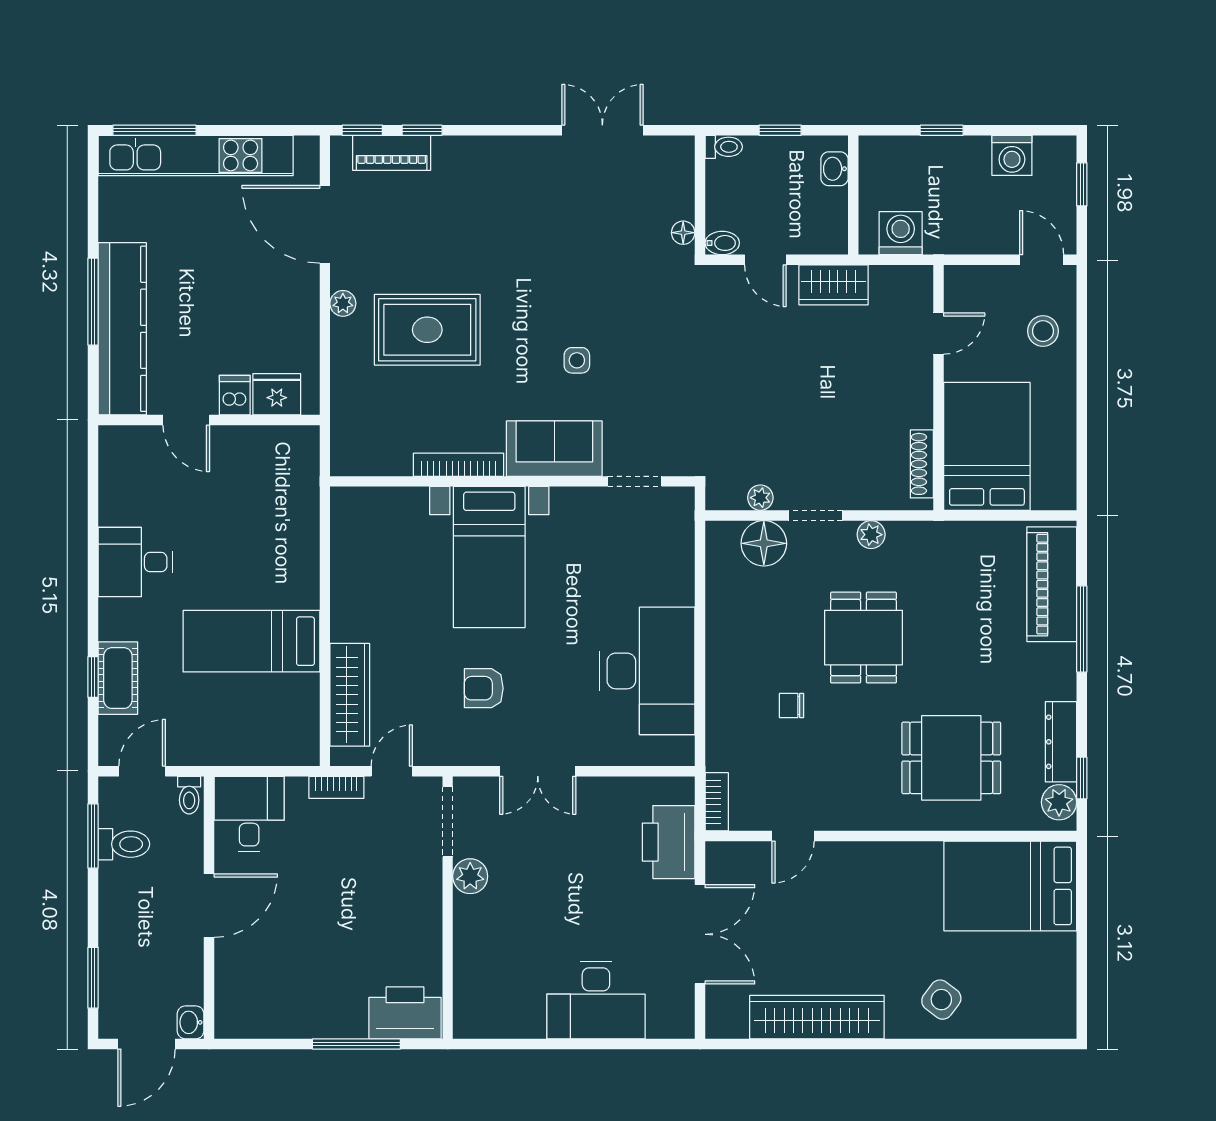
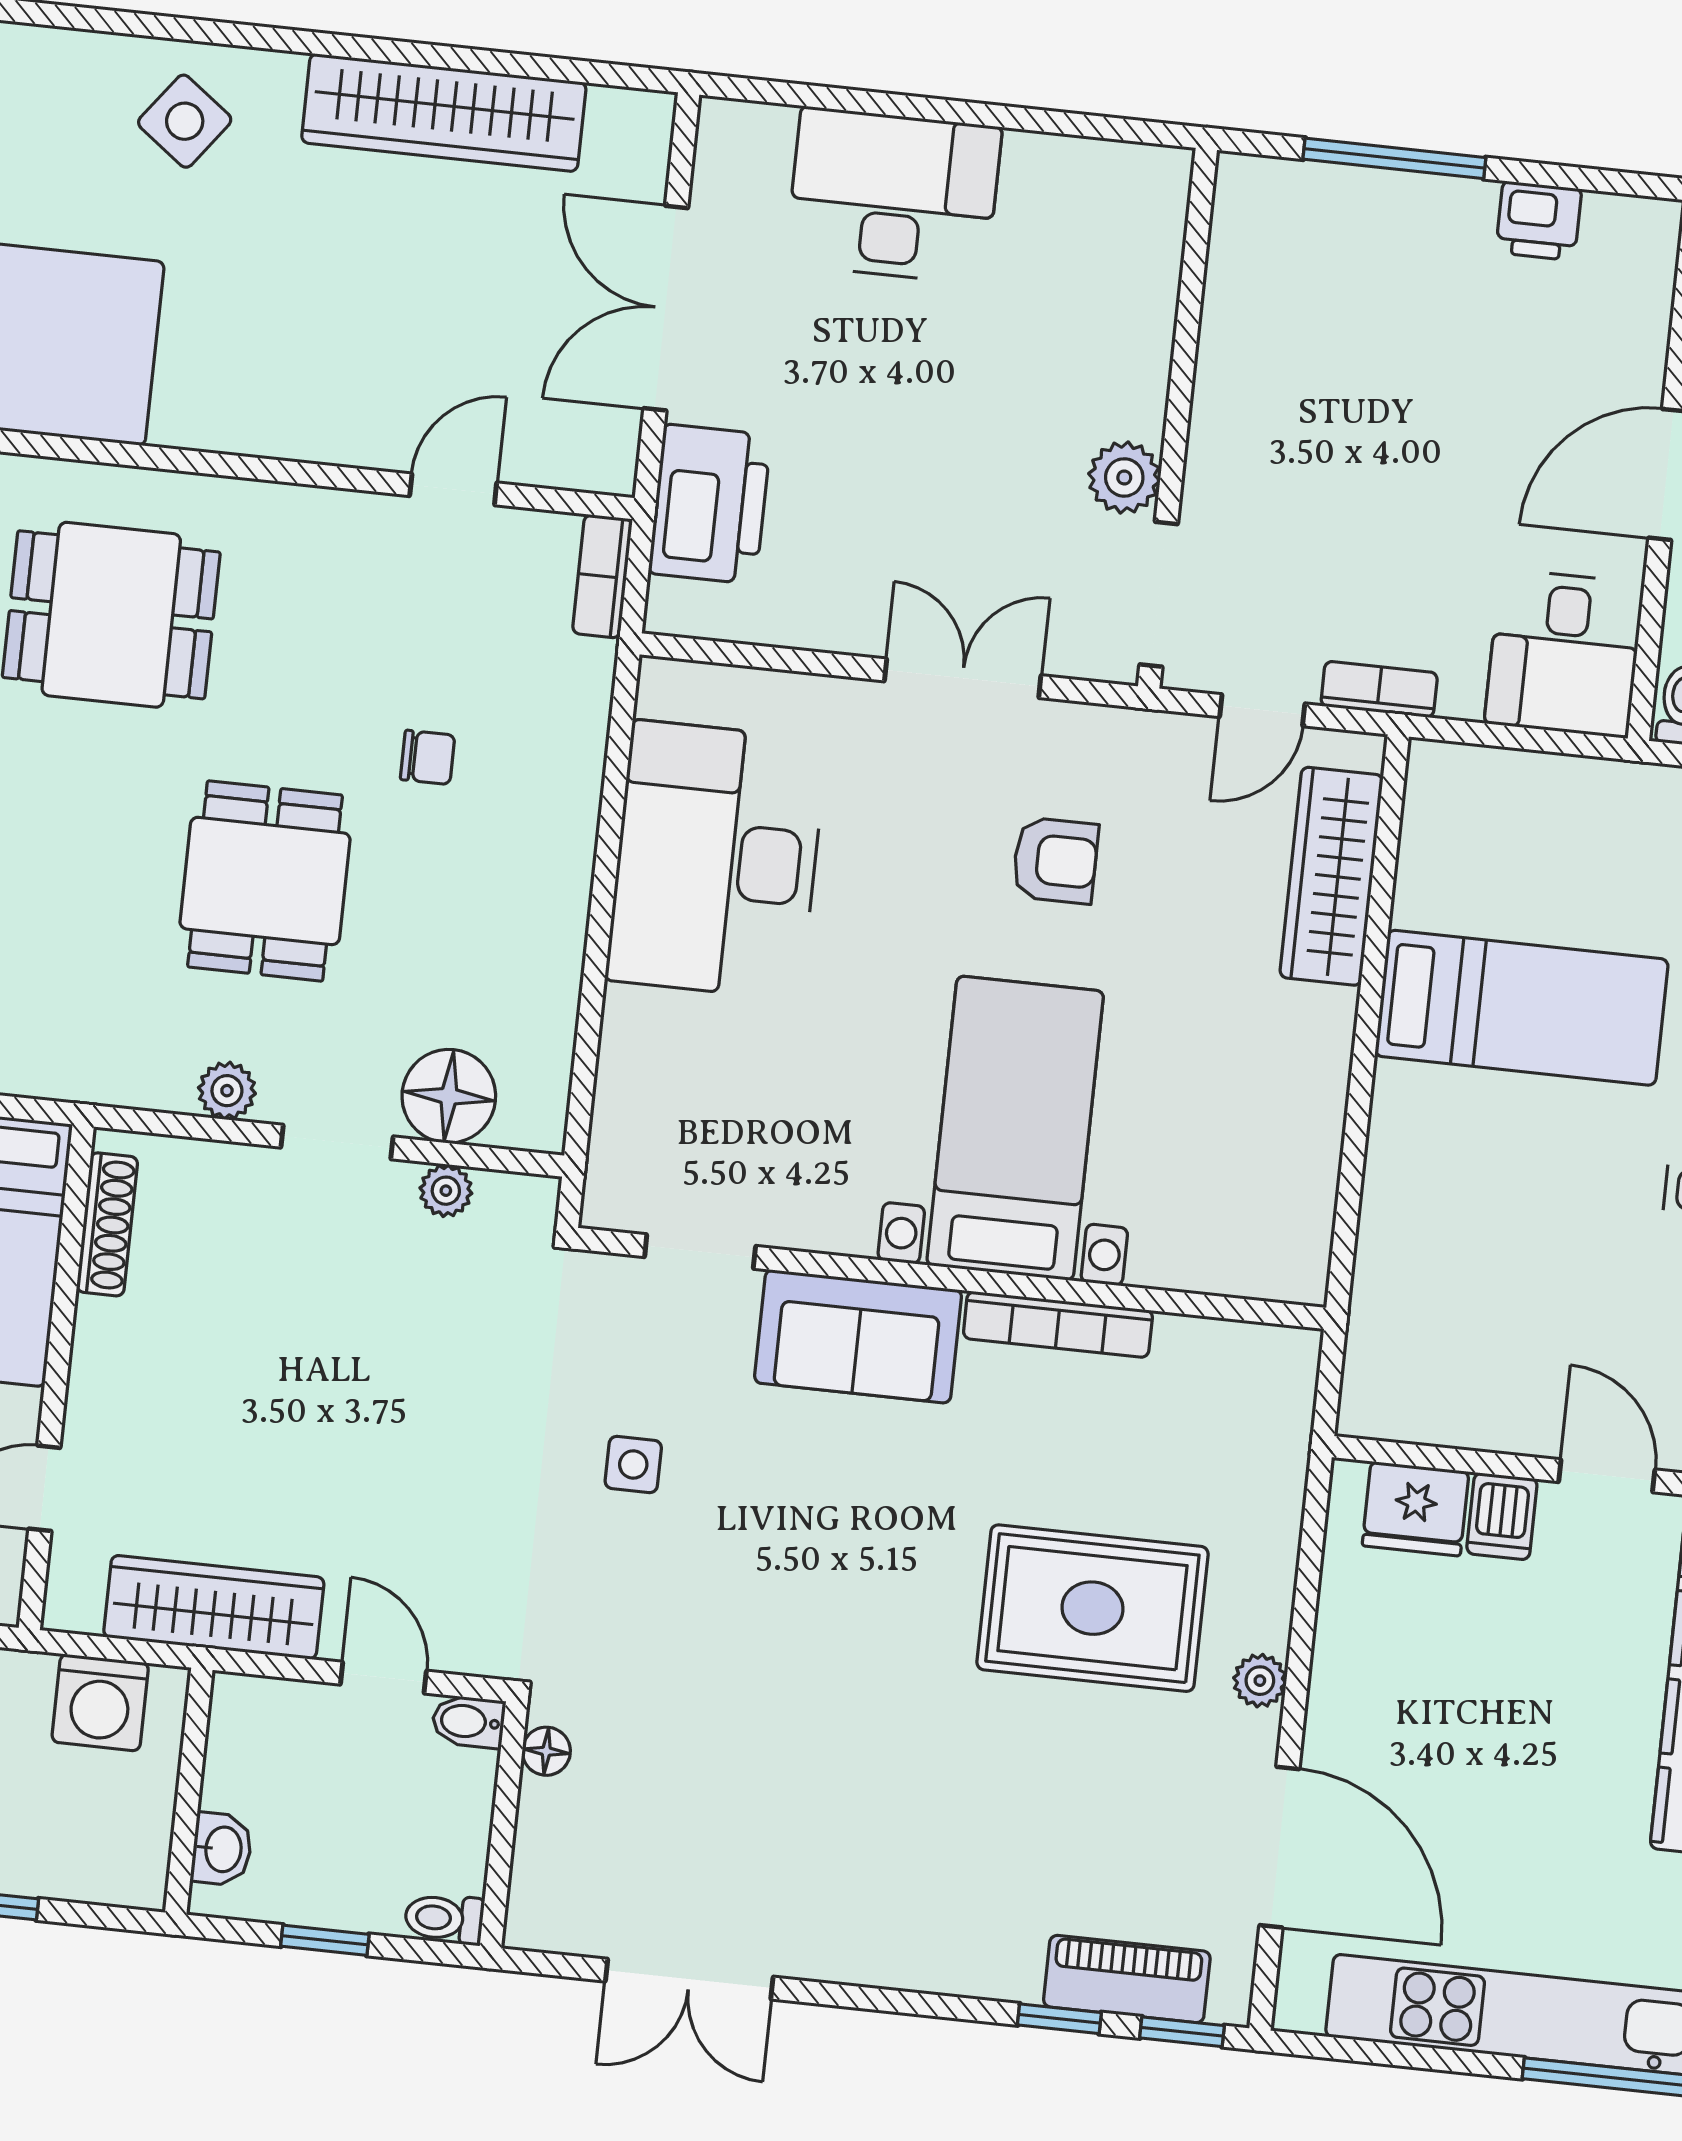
wardrobe: (833, 285) -> (214, 1607), width x1.50
side table: (577, 360) -> (633, 1464), moved
printer: (405, 1013) -> (1539, 221), moved, width x0.53, depth x0.68

